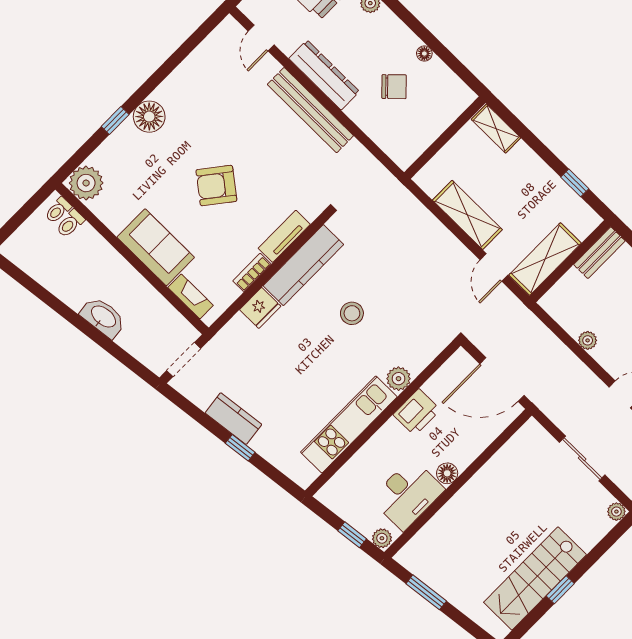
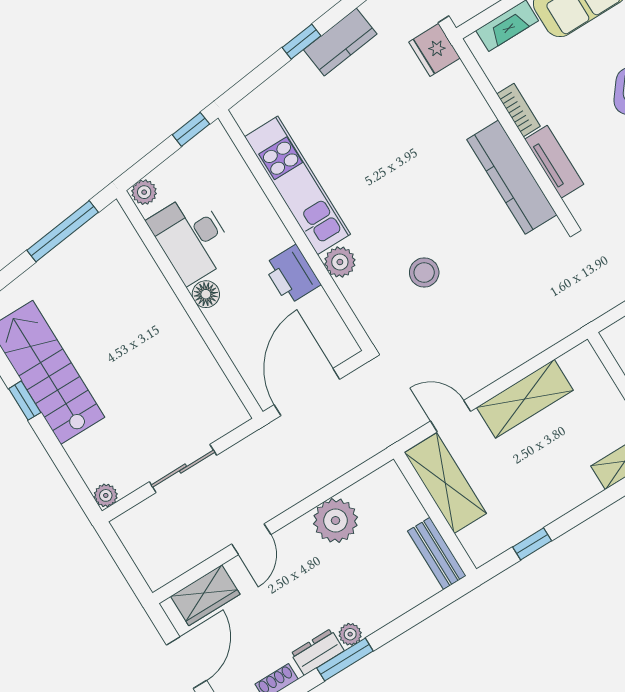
fridge: (260, 308) -> (434, 50), moved
stool: (352, 313) -> (424, 273), moved
plant: (588, 340) -> (336, 521), width x1.88, depth x1.88
window: (352, 535) -> (191, 129), moved
window: (426, 592) -> (63, 231), width x1.44

